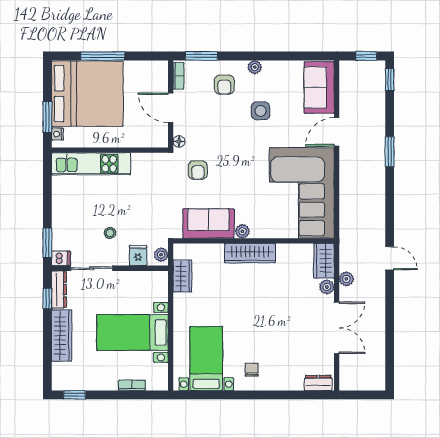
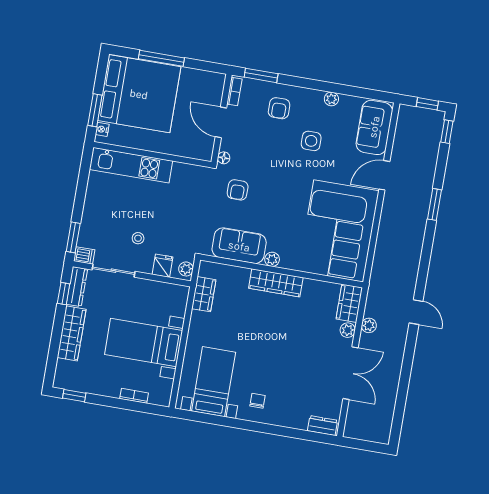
plant: (255, 67) -> (331, 99), moved

